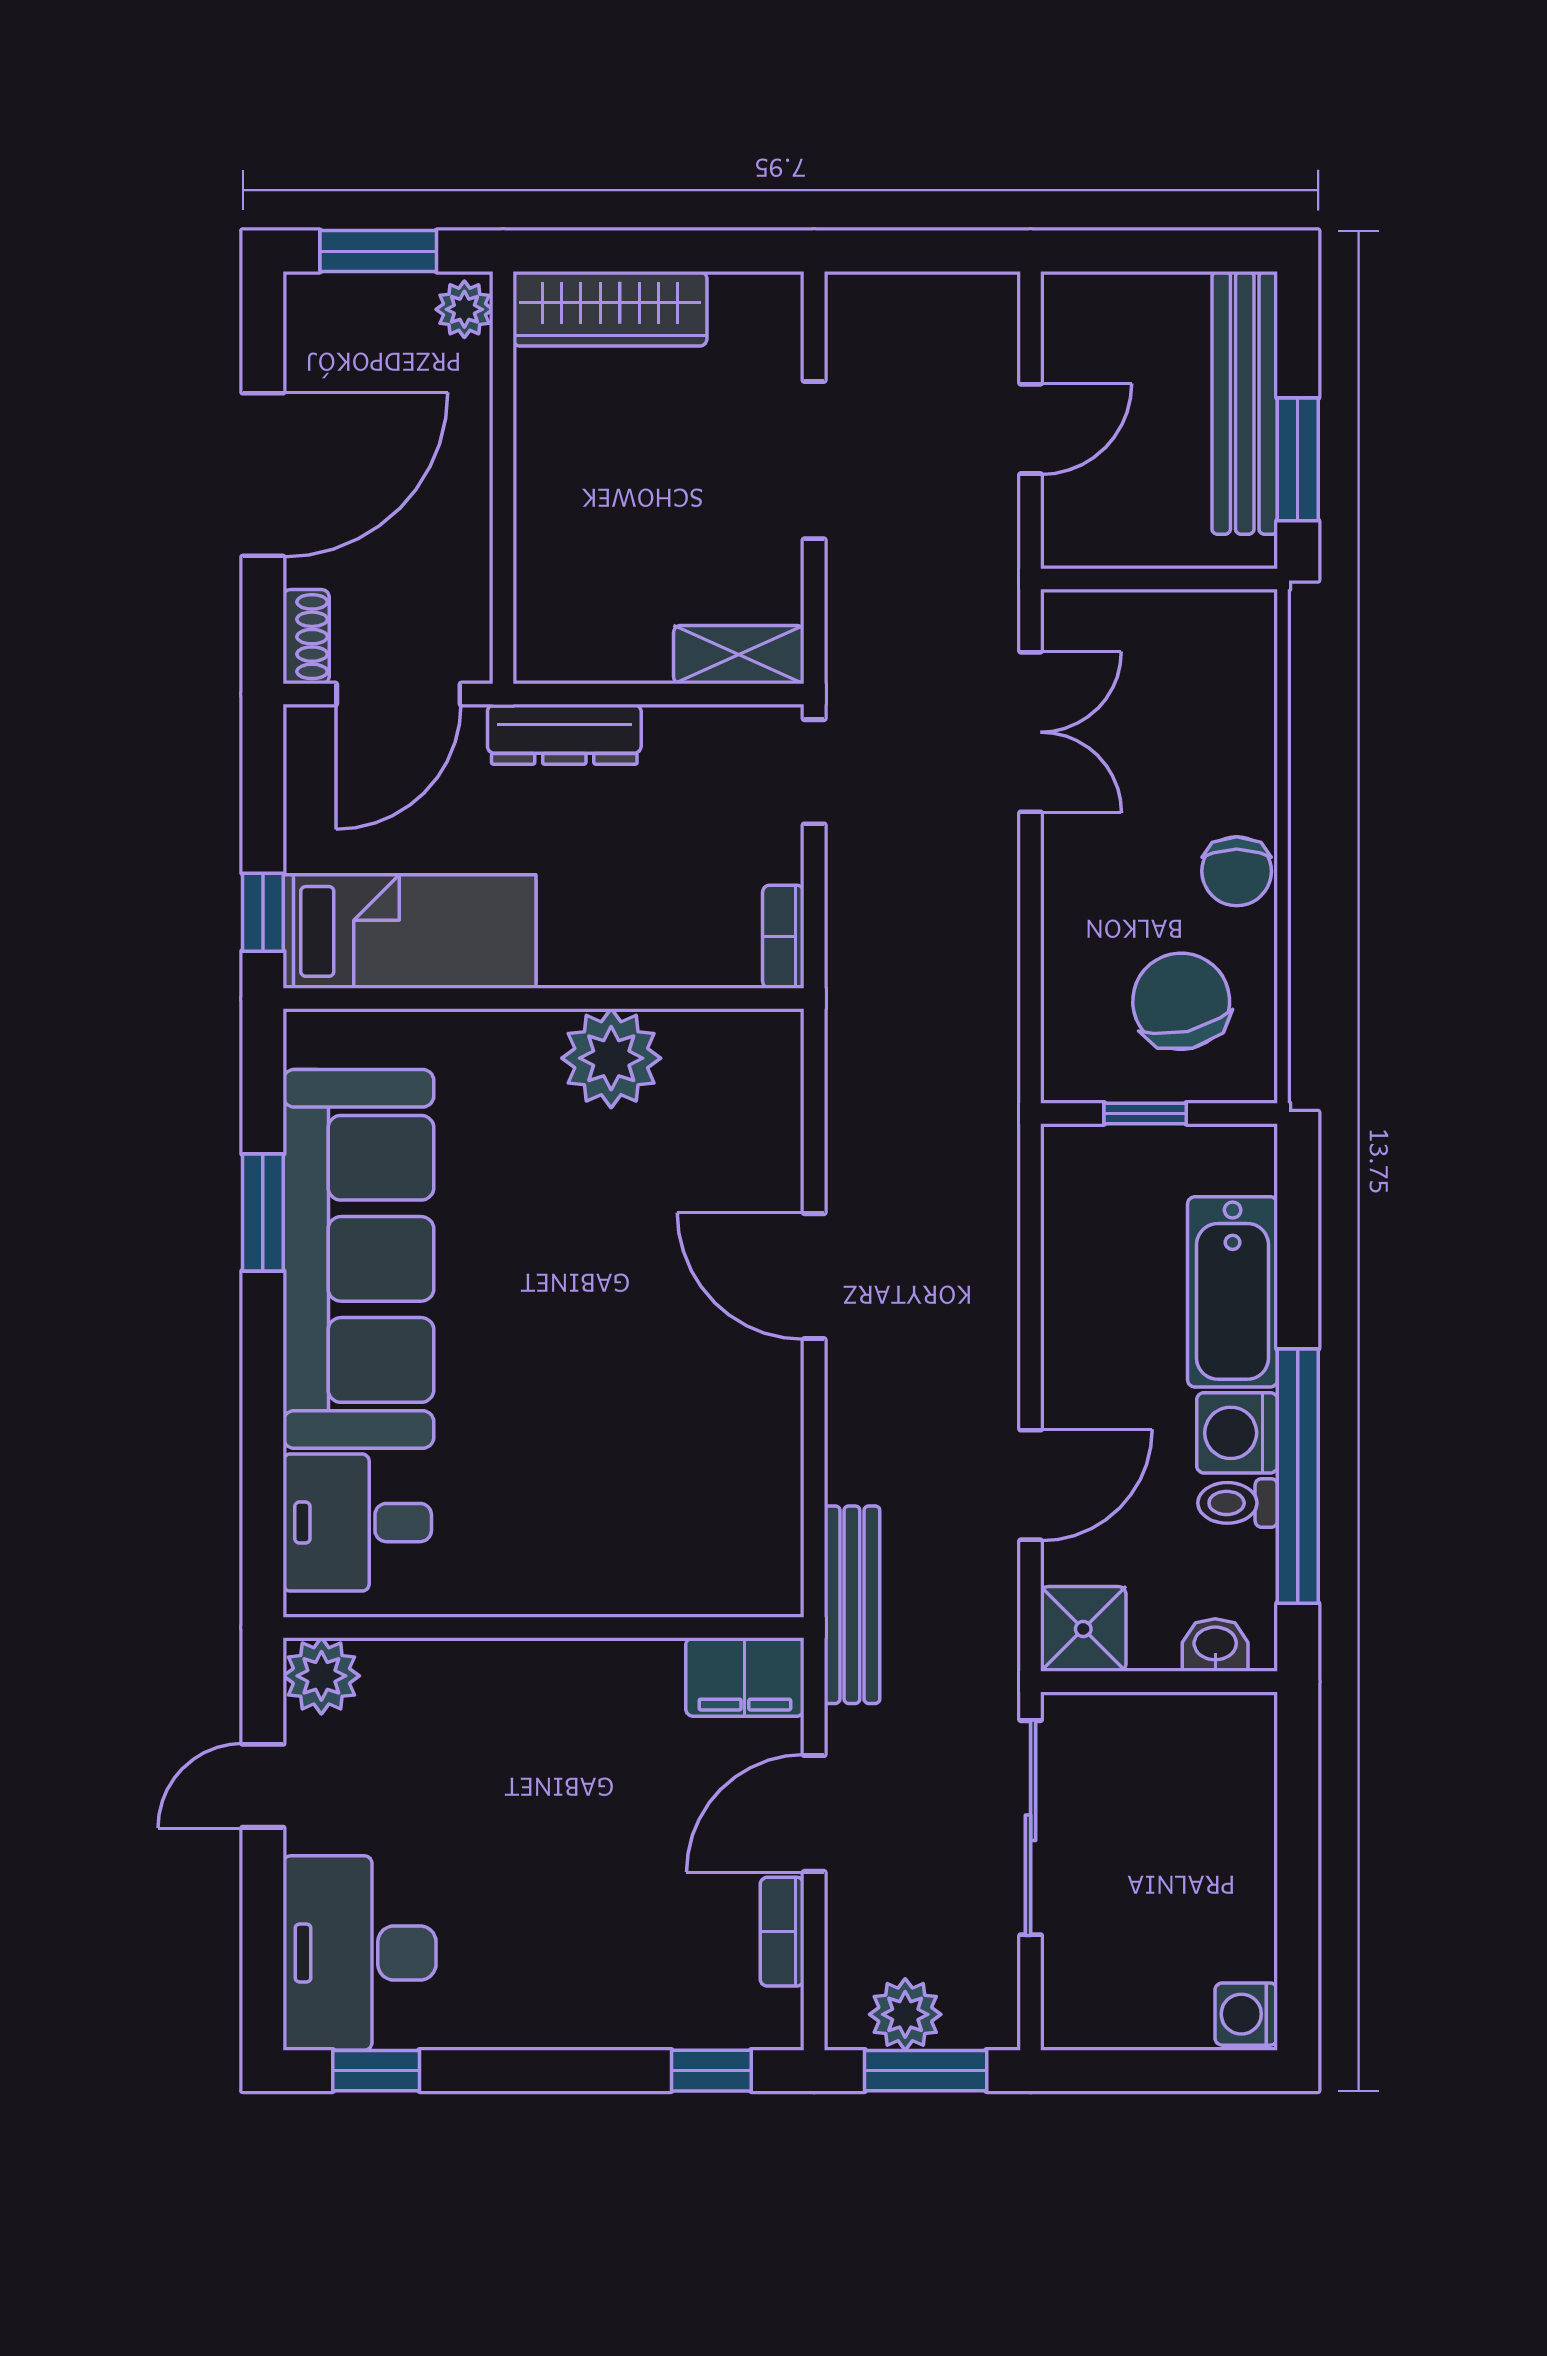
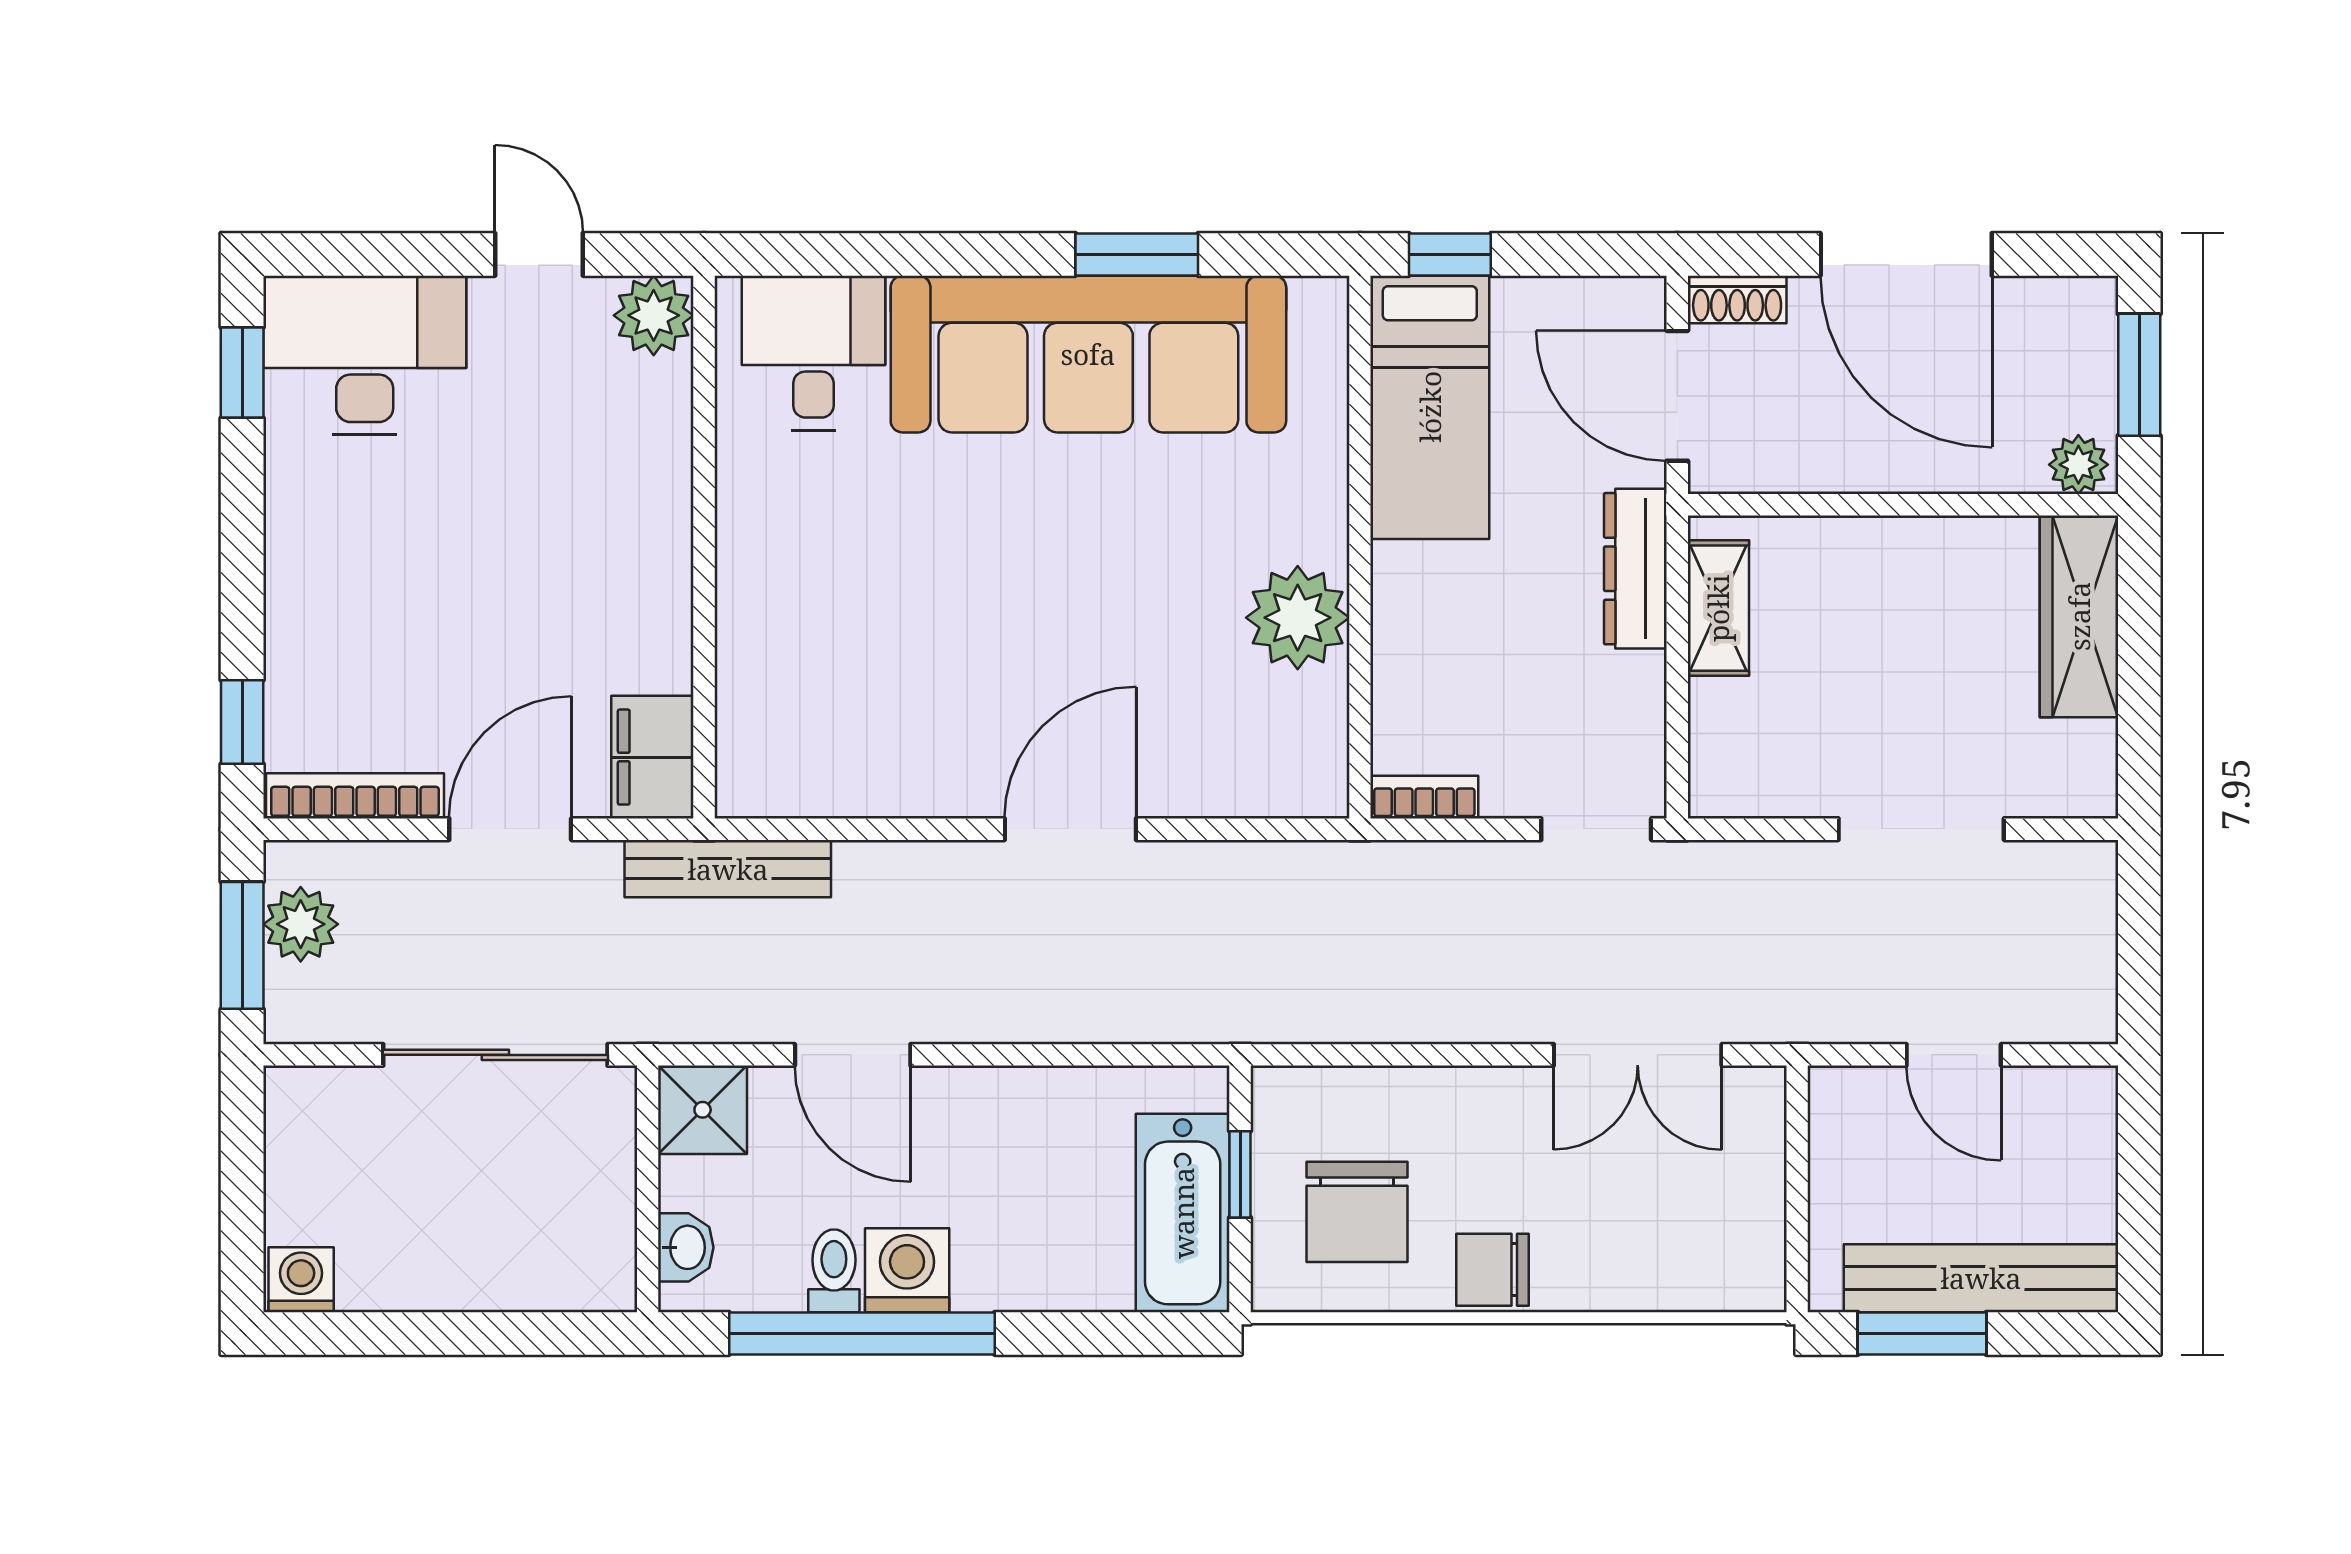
shelving: (739, 655) -> (1718, 608), moved
chair: (1181, 1001) -> (1357, 1212), turned 103
bathtub: (1233, 1292) -> (1183, 1213), moved, turned -90
door: (814, 1813) -> (510, 829), hinge flipped
bookcase: (782, 1932) -> (355, 796), width x1.56

